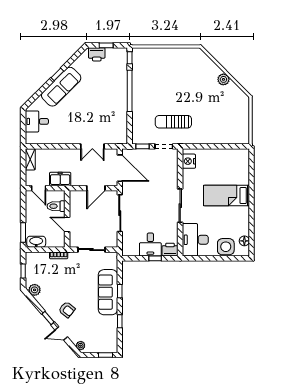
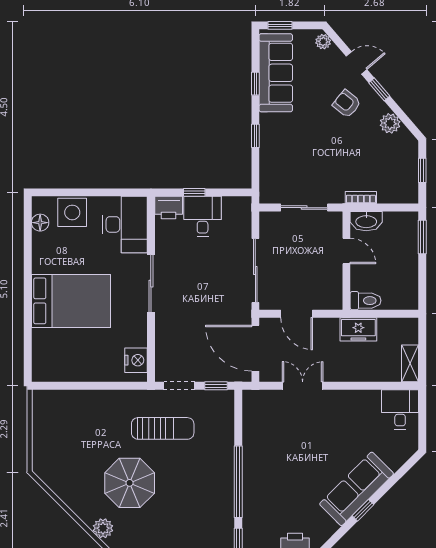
plant: (223, 79) -> (103, 528), moved
parasol: (193, 90) -> (130, 483), added
desk: (37, 121) -> (400, 409), moved, turned -90
door: (39, 188) -> (395, 314), removed
door: (96, 188) -> (297, 314), swing flipped
bed: (226, 196) -> (71, 301), width x1.50
toilet: (56, 206) -> (365, 301), moved
washbasin: (36, 242) -> (366, 221), moved
plant: (35, 290) -> (390, 123), moved
sofa: (108, 292) -> (276, 73), moved

